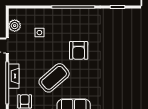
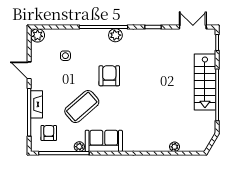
plant: (84, 14) -> (115, 35), added
plant: (15, 26) -> (38, 35), moved
armchair: (79, 50) -> (109, 76), turned 180

